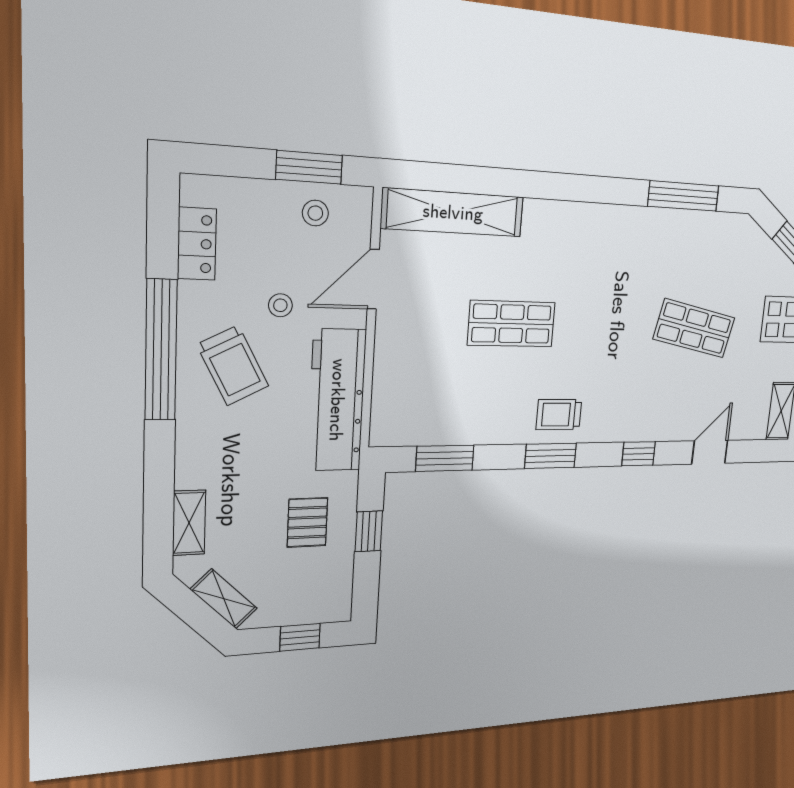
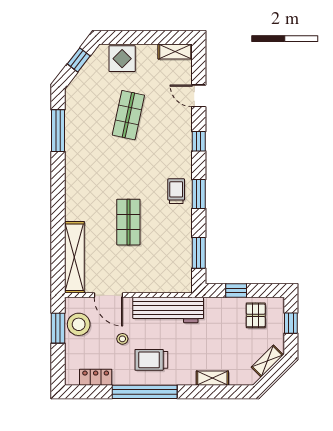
stool: (315, 213) -> (79, 324), width x1.89, depth x1.89
trolley: (233, 365) -> (151, 360), turned -153
trolley: (559, 415) -> (176, 191), turned 180
pallet: (307, 522) -> (256, 315), moved, turned 90
shelving: (189, 523) -> (212, 378), moved

